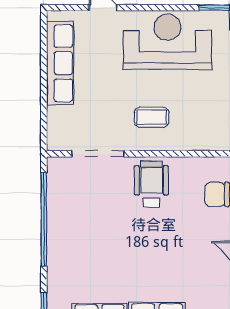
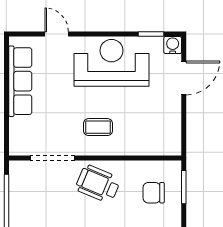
wheelchair: (151, 184) -> (98, 184), turned -67

